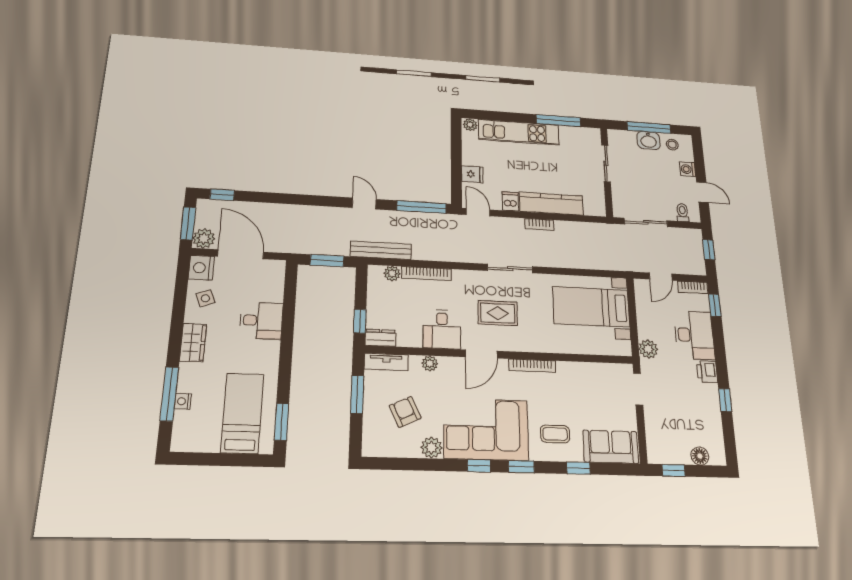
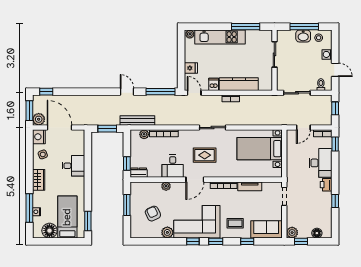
plant: (648, 349) -> (292, 233), moved
tv unit: (386, 362) -> (250, 186), moved
floor lamp: (205, 438) -> (49, 231), added

